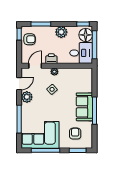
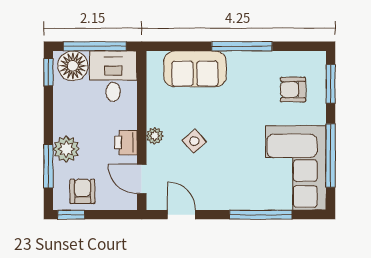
plant: (61, 32) -> (66, 149), moved
plant: (27, 97) -> (211, 197), removed
sofa: (84, 107) -> (195, 69), moved

